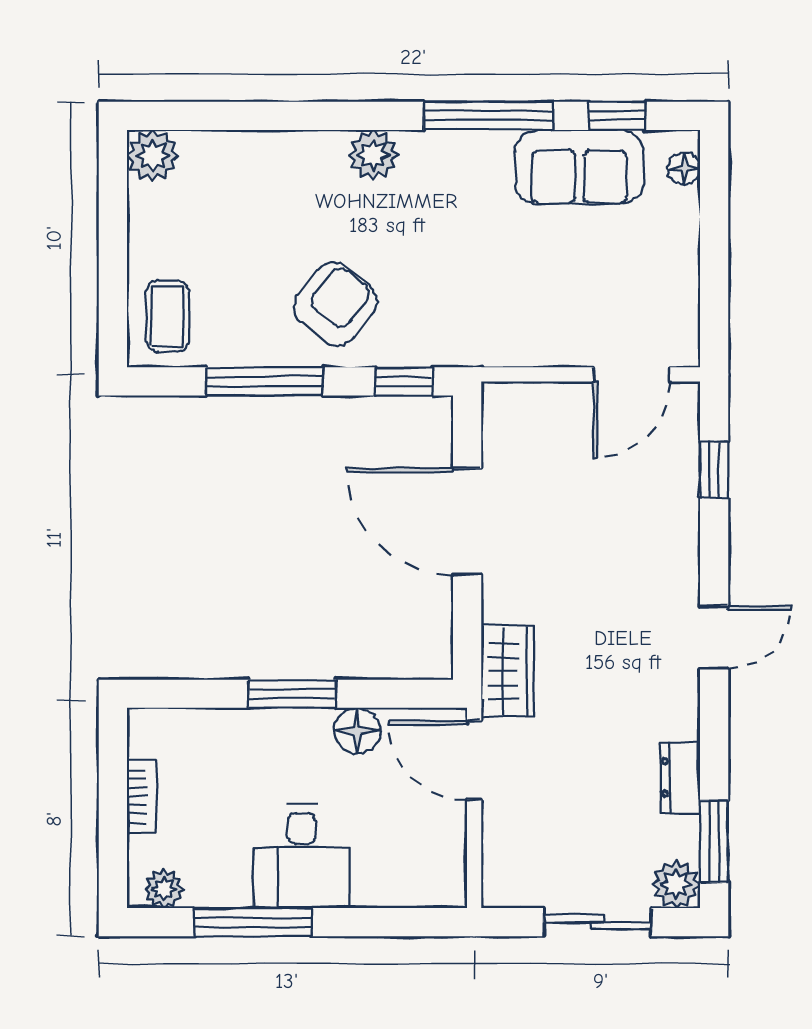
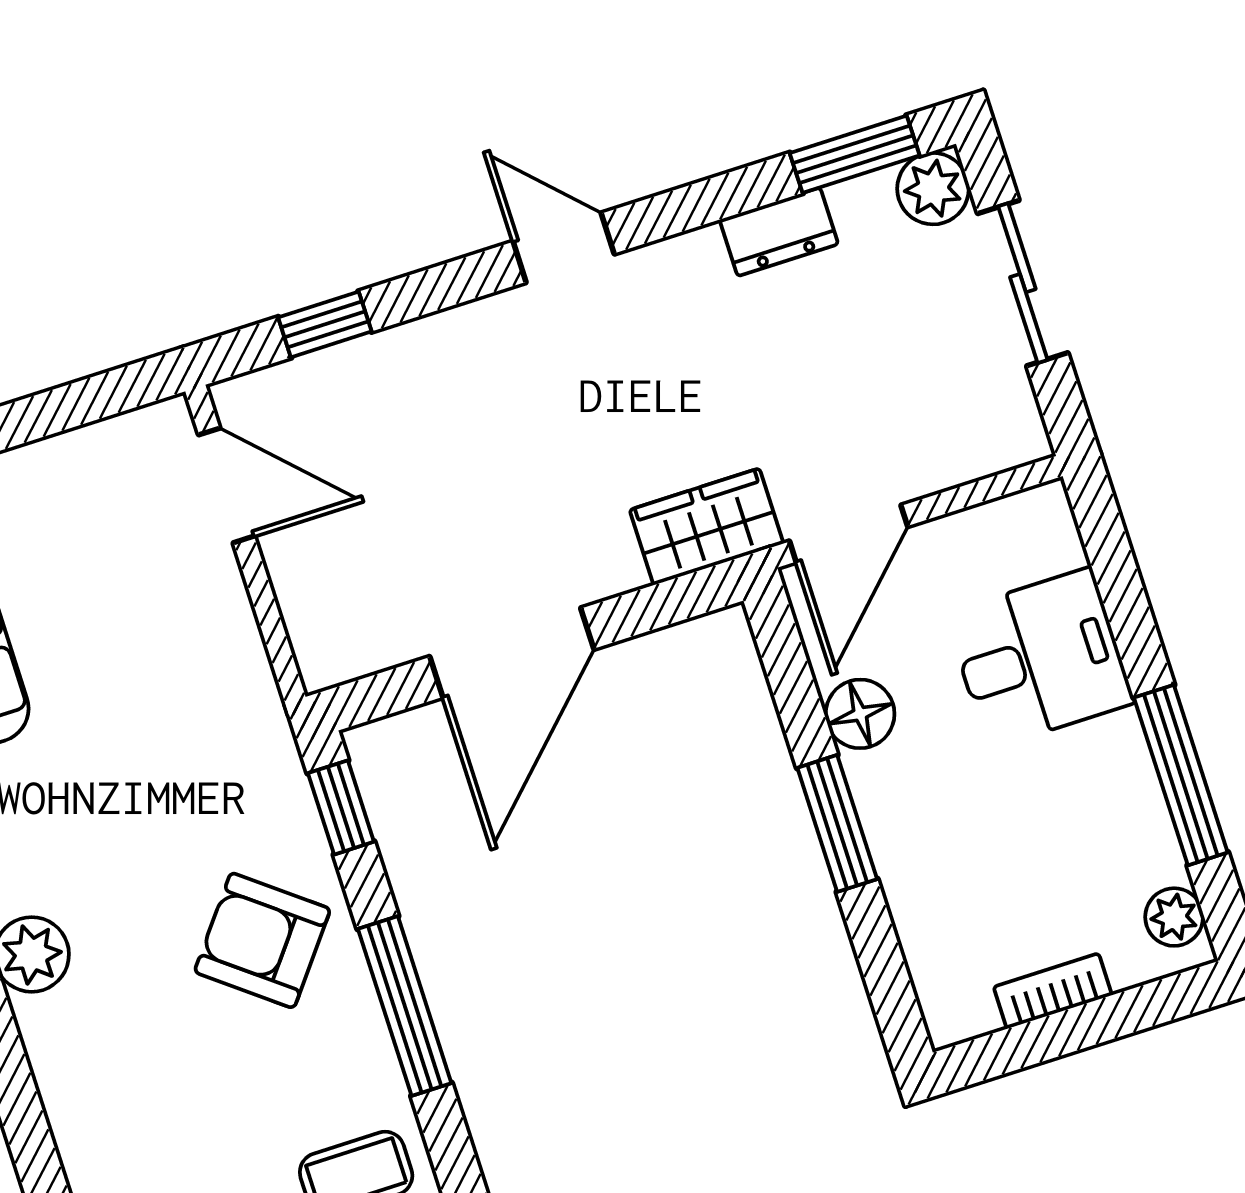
desk: (302, 856) -> (1040, 658), moved

